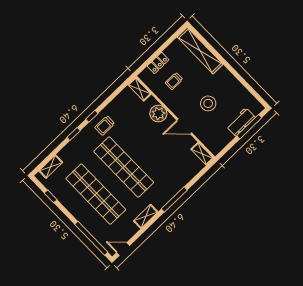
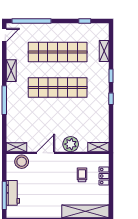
stool: (208, 103) -> (22, 162), moved
trolley: (105, 126) -> (97, 101), removed
shelving: (51, 167) -> (104, 51), moved

